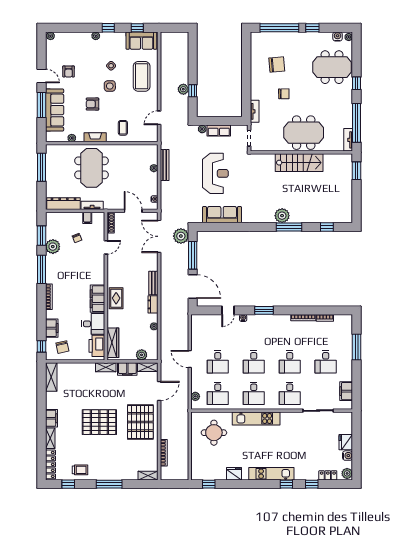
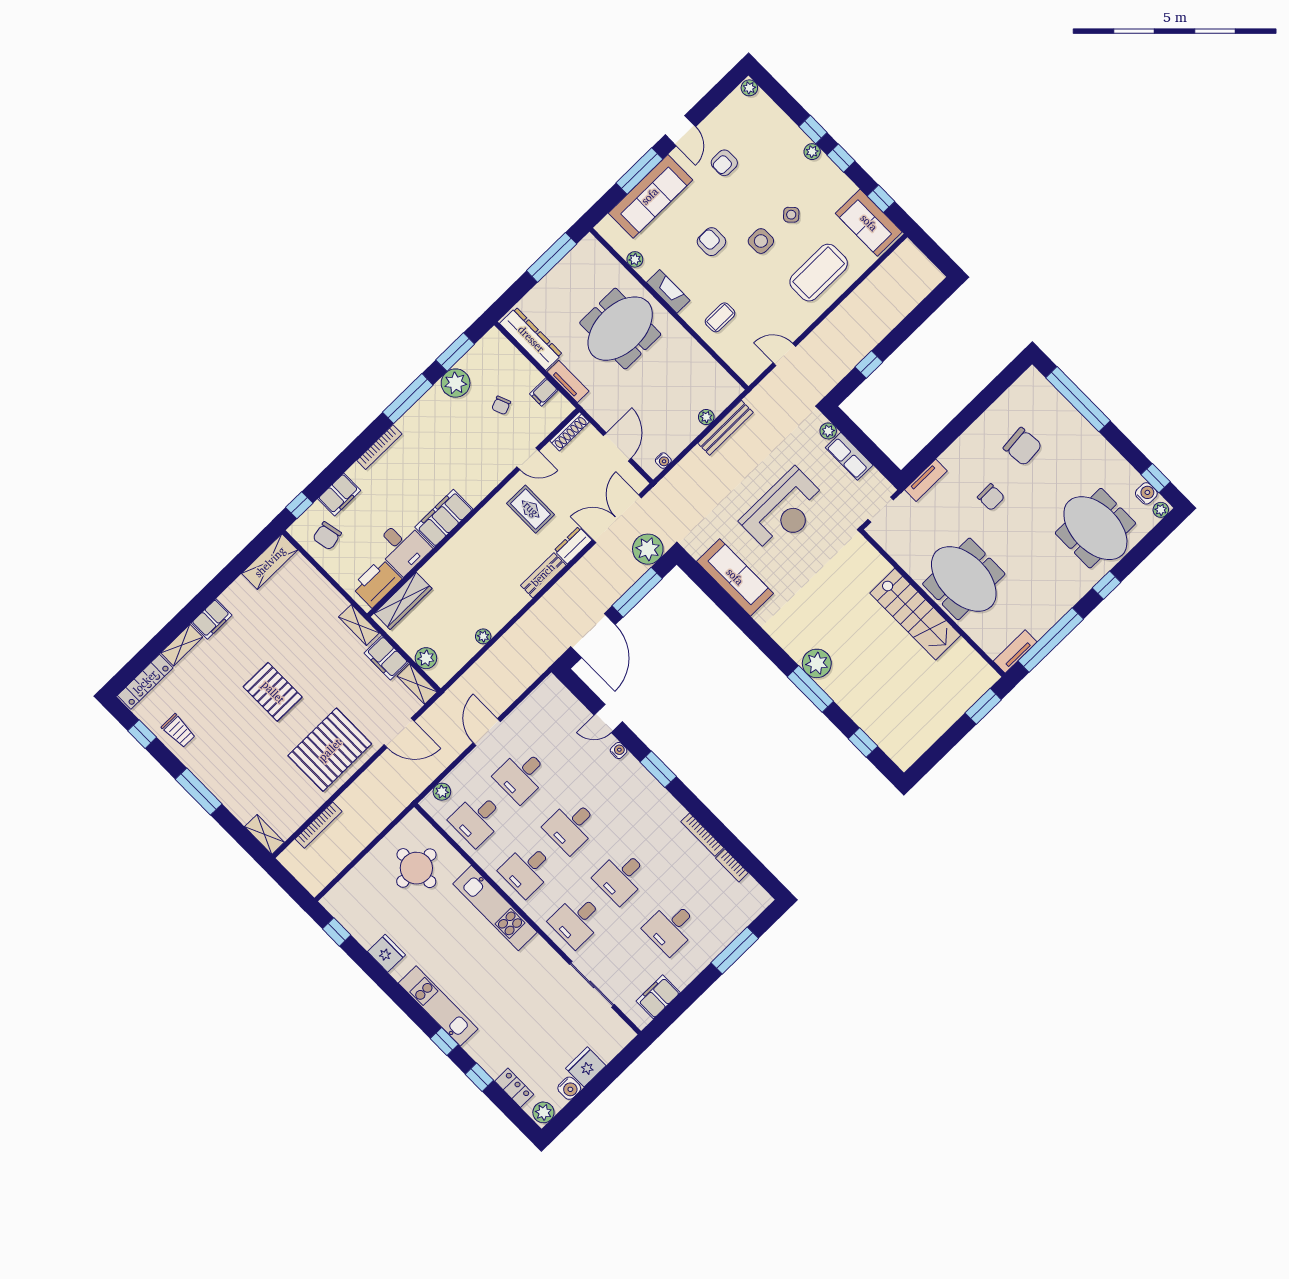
window: (88, 28) -> (813, 130), added
window: (312, 28) -> (1156, 478), moved
plant: (183, 89) -> (858, 349), removed
rug: (116, 298) -> (531, 509), moved, turned 90
dresser: (153, 304) -> (573, 545), moved
pallet: (99, 422) -> (273, 692), width x0.73, depth x0.71

